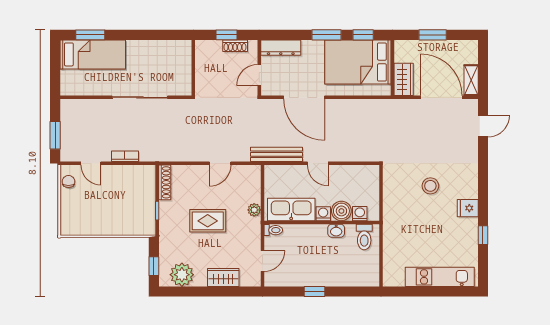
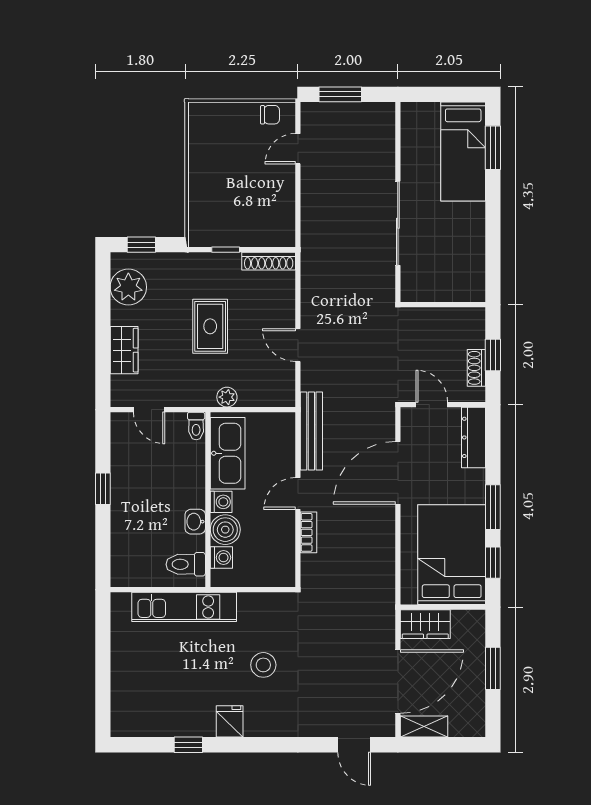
bookcase: (125, 156) -> (309, 532), moved
kitchen unit: (440, 277) -> (184, 607), moved, turned 90

